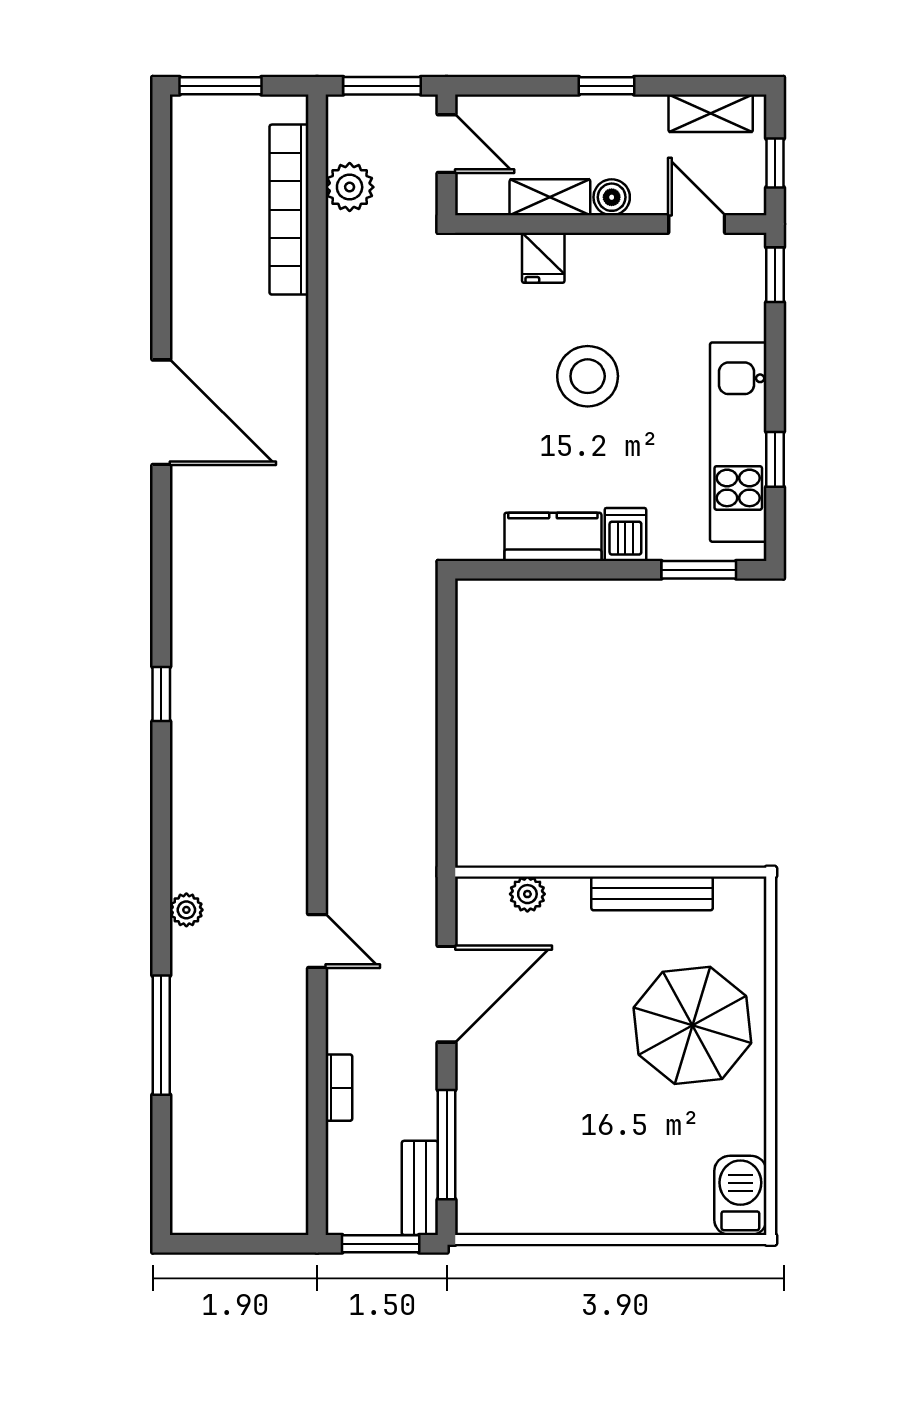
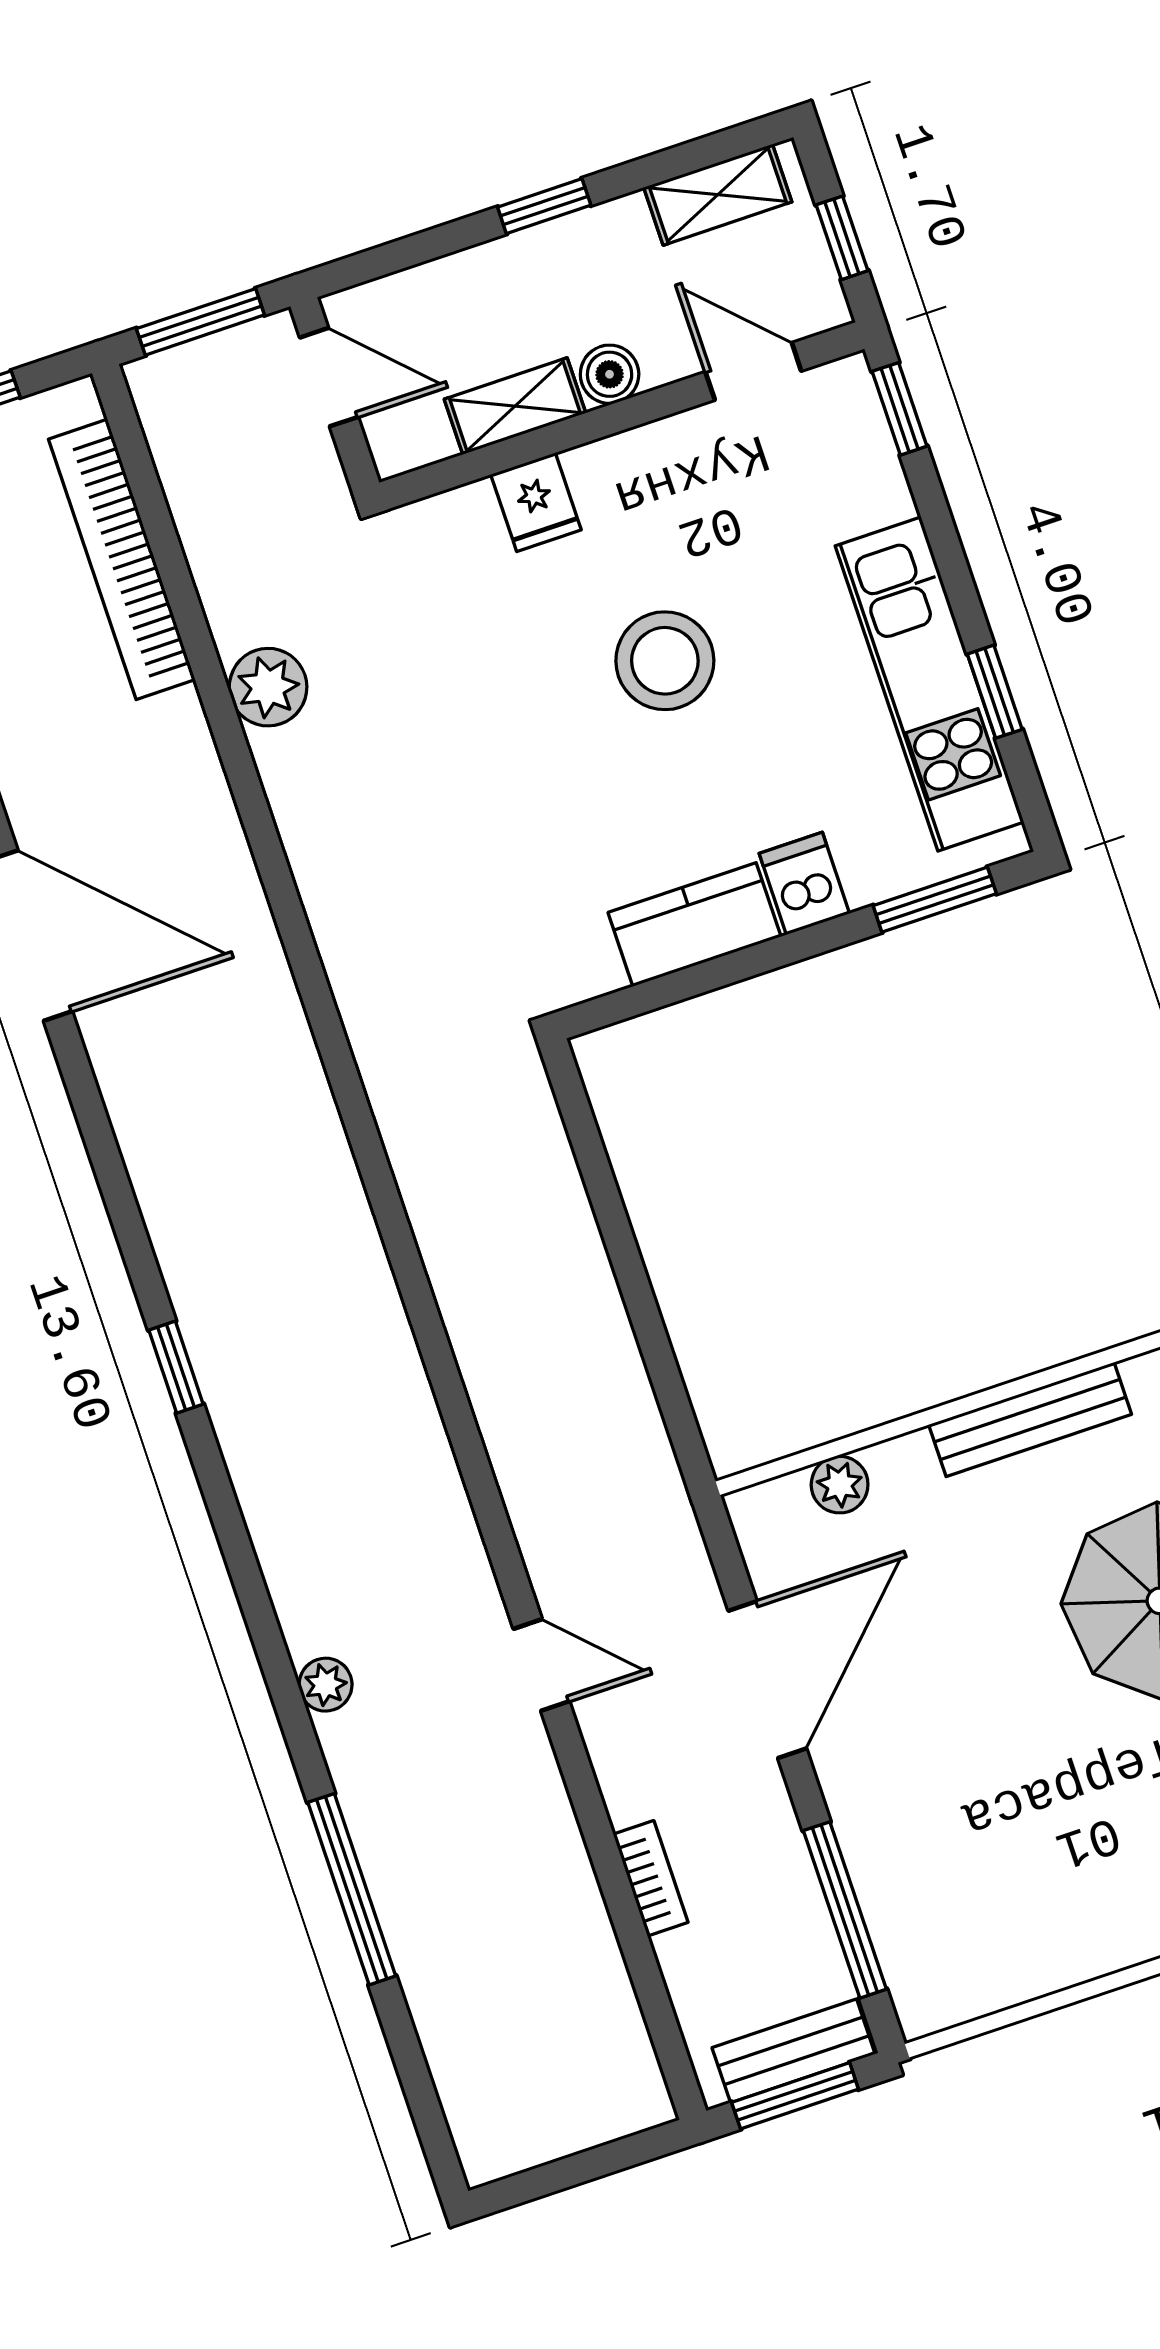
plant: (350, 187) -> (268, 687), moved
bench: (420, 1188) -> (794, 2051), moved, turned 90

